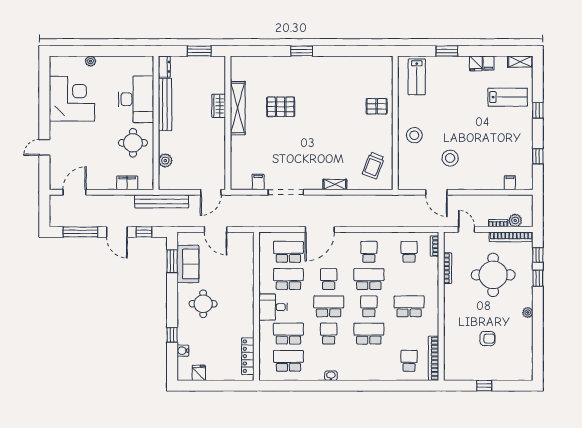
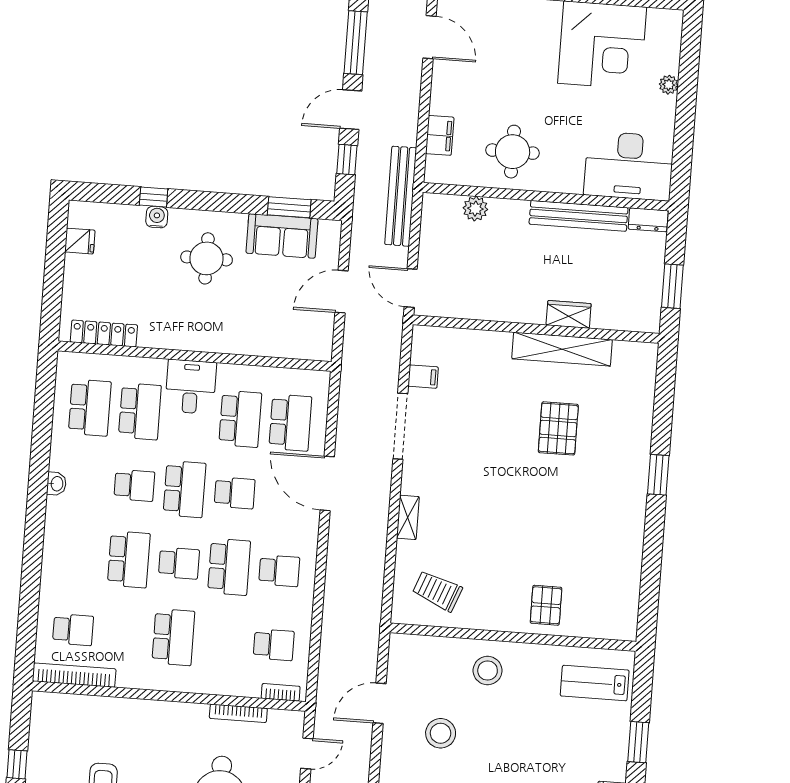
desk: (136, 99) -> (629, 166), moved
water cooler: (183, 351) -> (157, 217), moved

